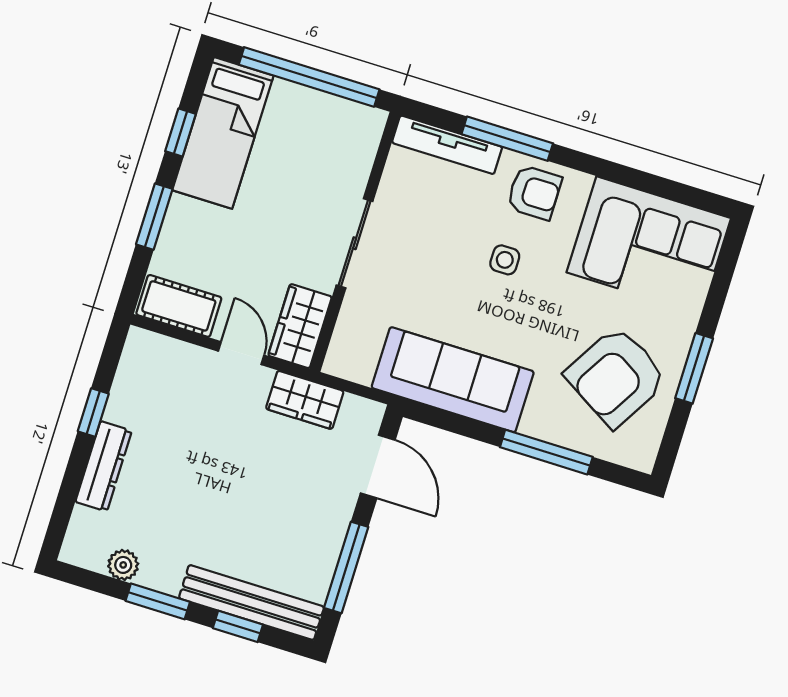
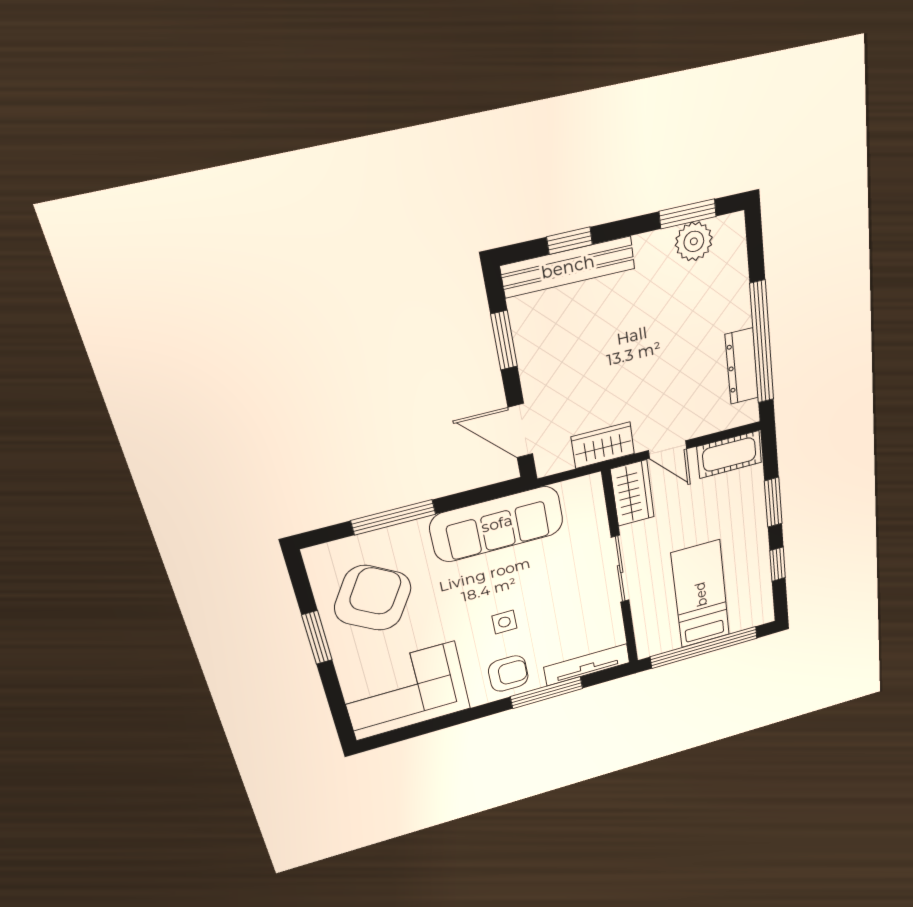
bed: (223, 133) -> (701, 594), moved
armchair: (534, 192) -> (508, 674), turned 180
window: (93, 413) -> (762, 342), width x3.17
dresser: (104, 466) -> (742, 366), moved
plant: (123, 565) -> (694, 241), width x1.38, depth x1.38
window: (346, 567) -> (504, 340), width x0.69
window: (158, 601) -> (688, 214), moved

